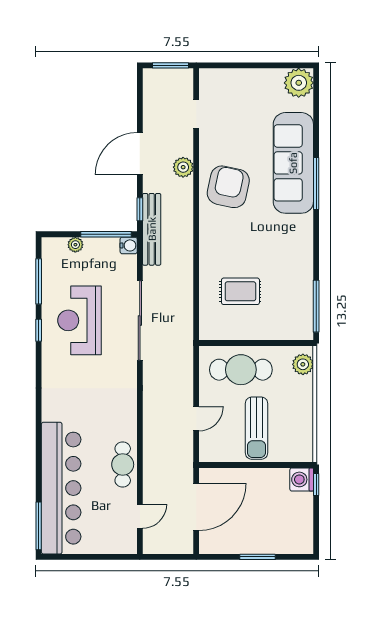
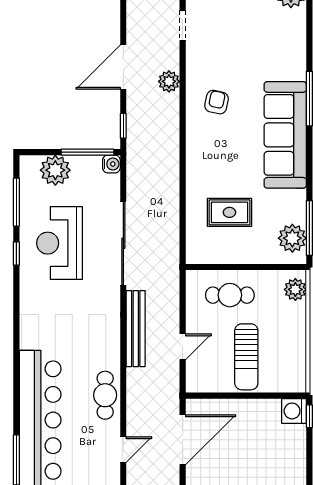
sofa: (293, 163) -> (285, 135), moved
armchair: (228, 187) -> (217, 102), width x0.53, depth x0.53
bench: (152, 229) -> (136, 329), moved
plant: (75, 245) -> (55, 170), width x1.88, depth x1.88
plant: (300, 316) -> (292, 238), added
cafe table: (241, 370) -> (230, 295), width x0.73, depth x0.74

